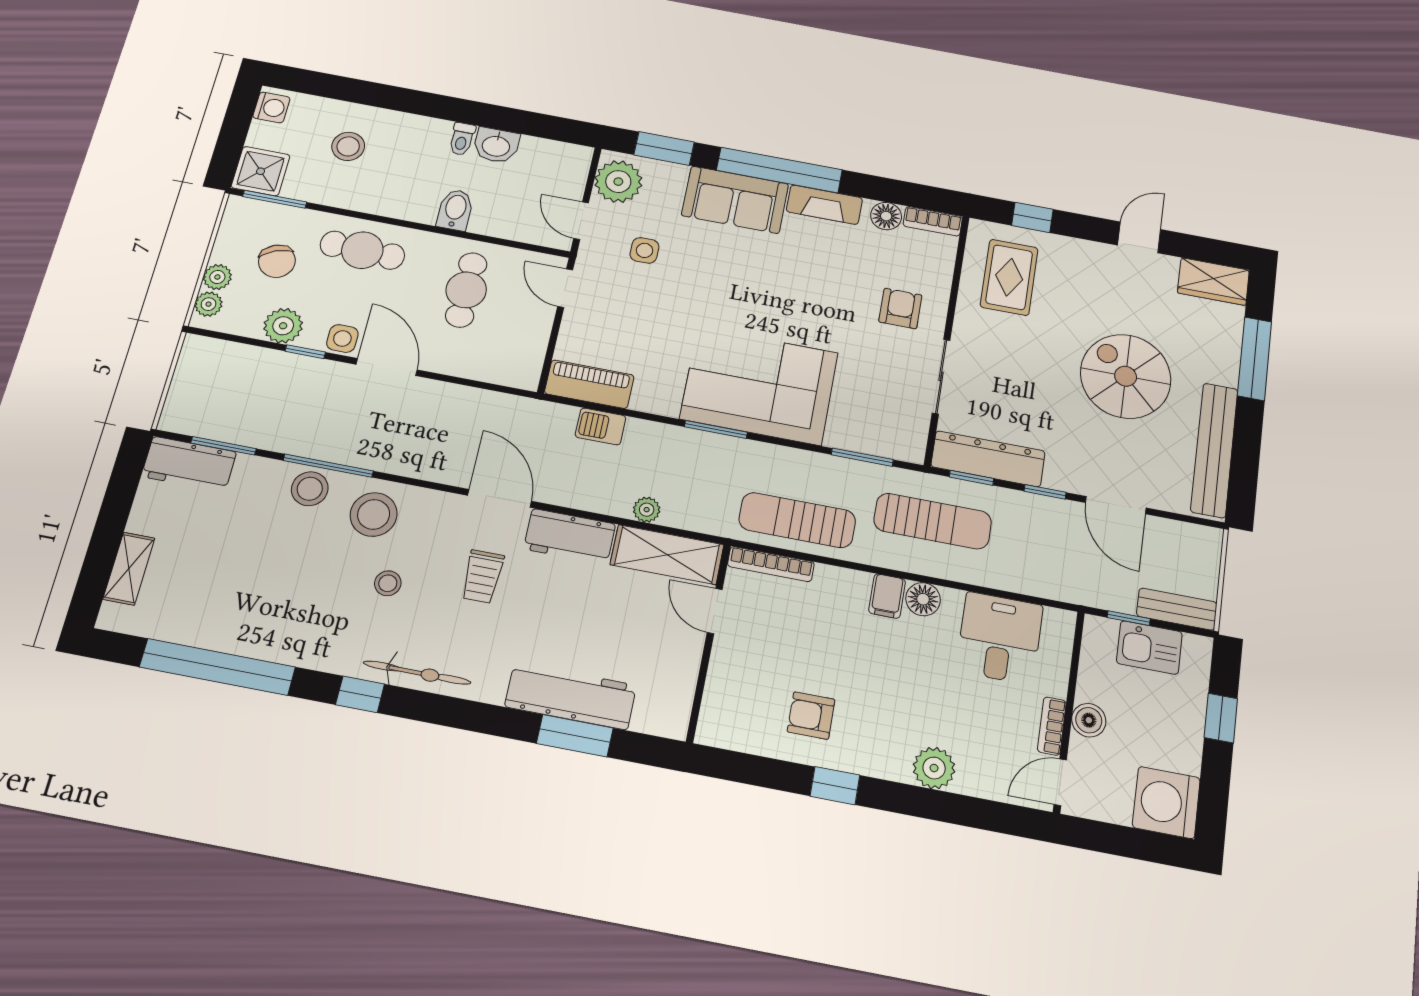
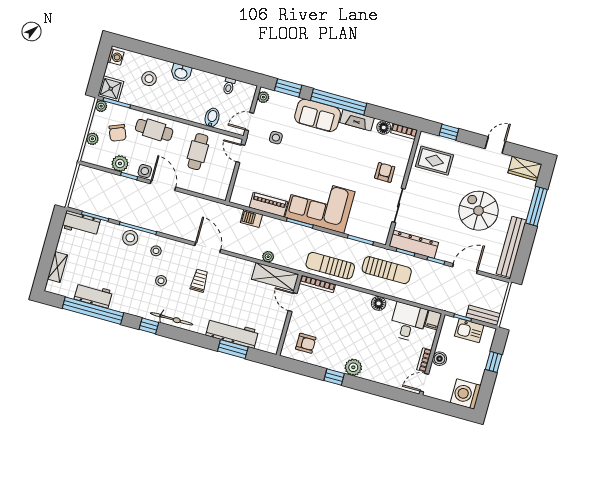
toilet: (462, 139) -> (229, 86), moved
washbasin: (496, 145) -> (181, 73), moved
plant: (618, 182) -> (263, 97), width x0.53, depth x0.53
bidet: (455, 210) -> (212, 118), moved
door: (581, 221) -> (249, 121), hinge flipped
rug: (1009, 277) -> (434, 161), turned 90
plant: (209, 304) -> (101, 106), moved
piano: (589, 384) -> (268, 205), moved
door: (1116, 505) -> (465, 269), swing flipped
stool: (374, 514) -> (156, 251), width x0.53, depth x0.53
workbench: (570, 536) -> (93, 295), moved, turned 180
trolley: (482, 577) -> (199, 281), turned 180
filing cabinet: (887, 596) -> (433, 320), moved
armchair: (811, 716) -> (306, 343), moved, turned 180
plant: (934, 768) -> (353, 367), moved

